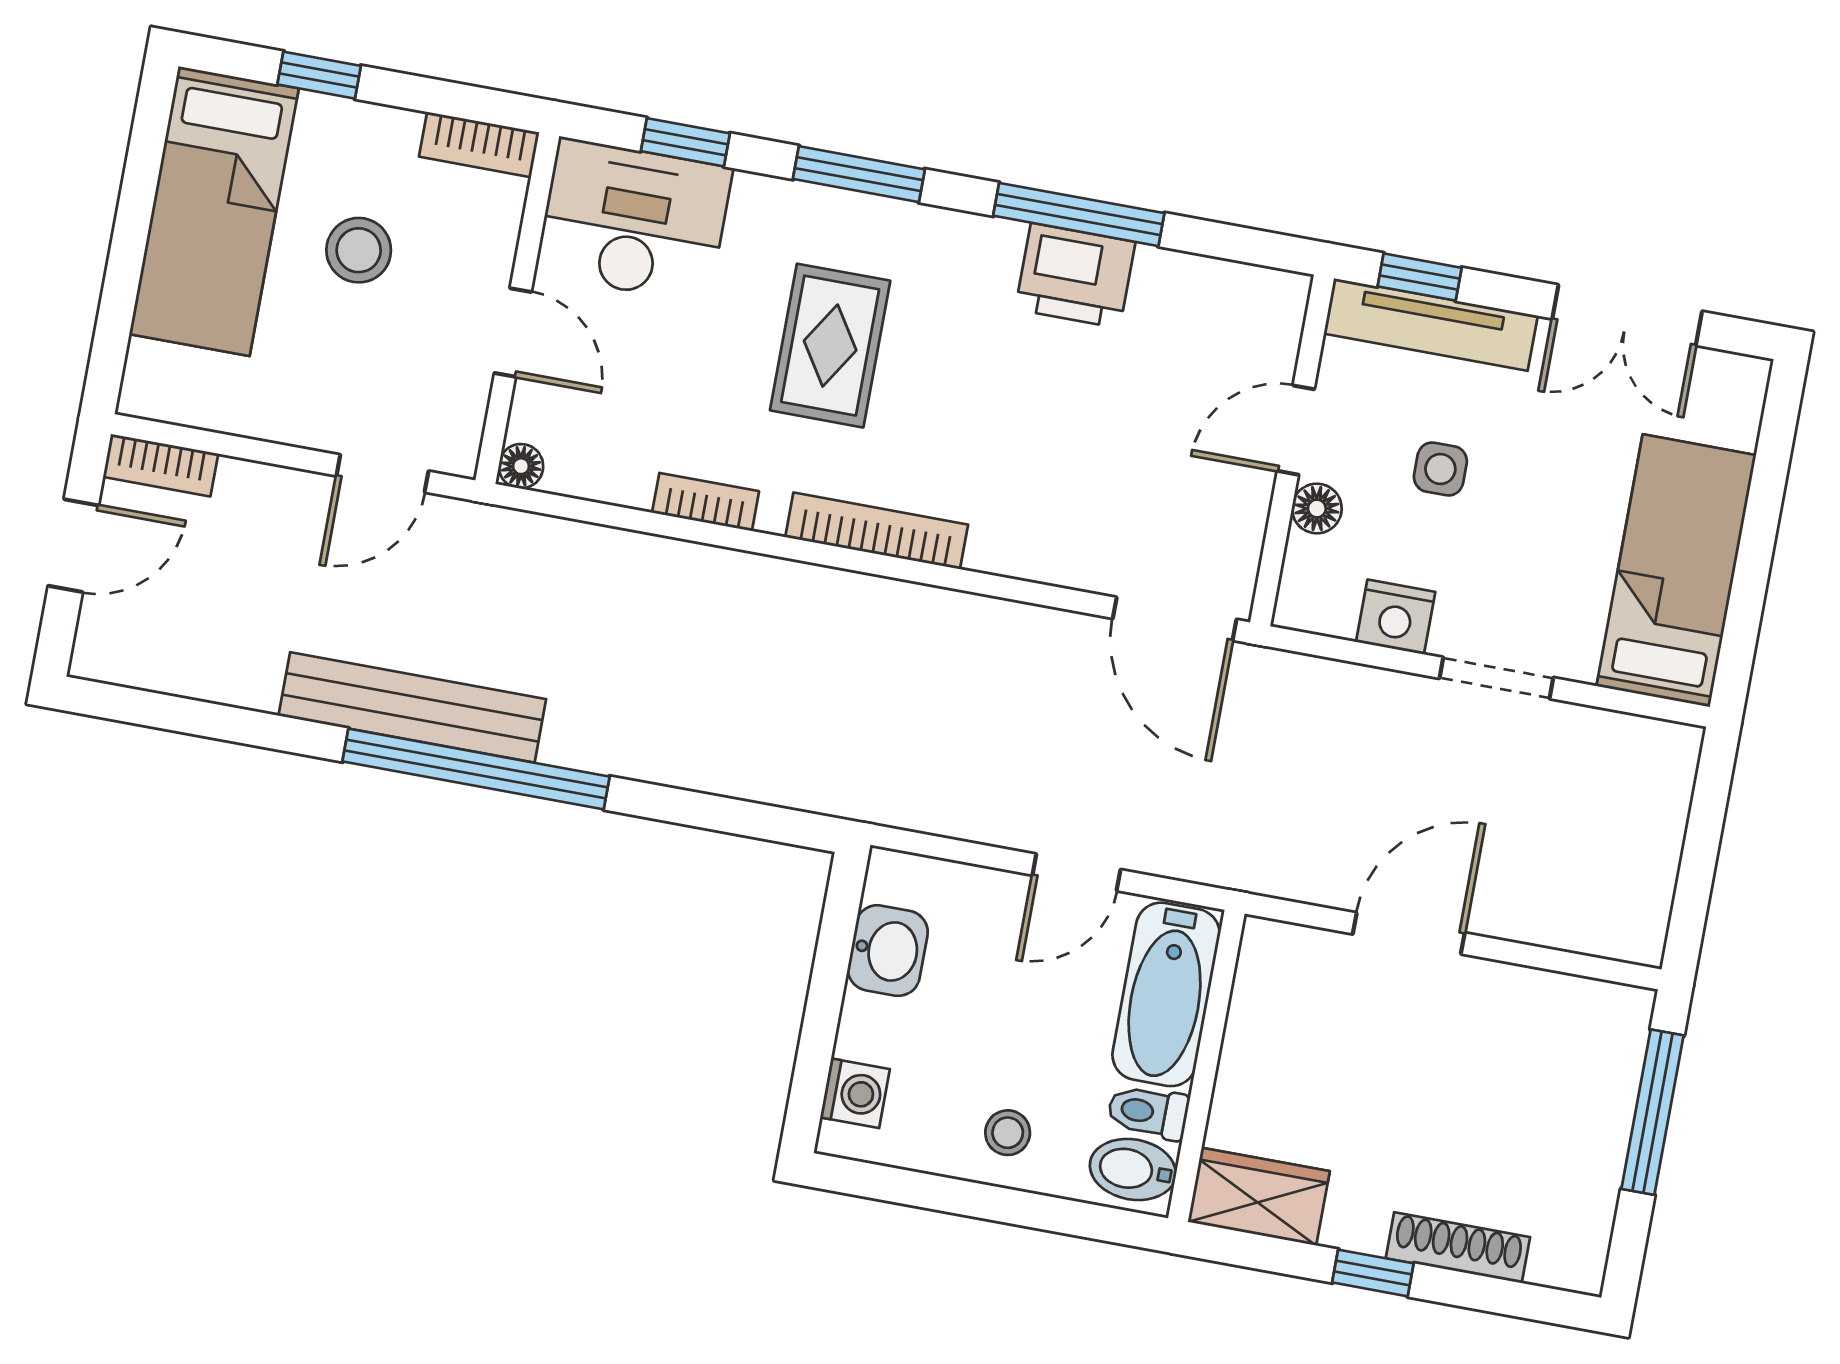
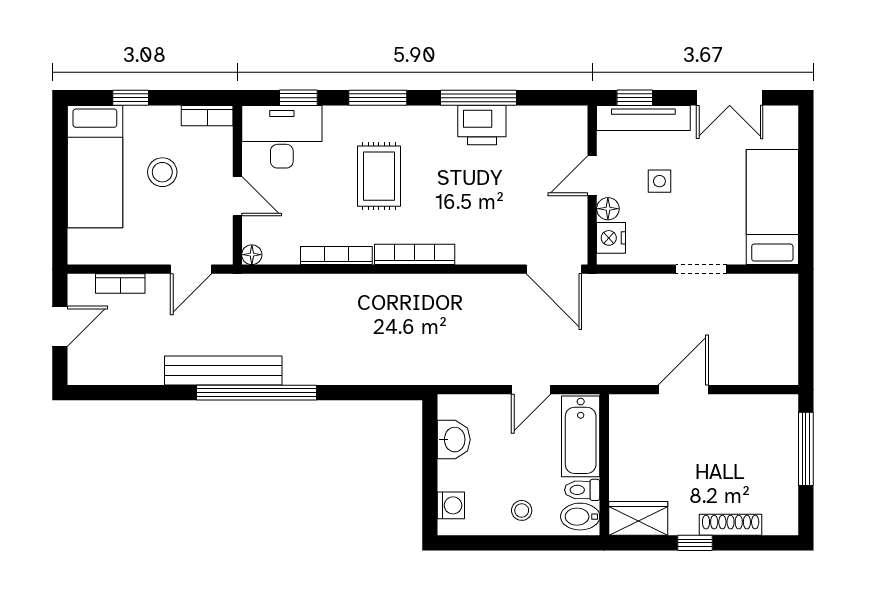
bookcase: (161, 465) -> (120, 284), moved
bookcase: (706, 502) -> (336, 256), width x1.56
nightstand: (1396, 617) -> (611, 238), moved, turned 90

